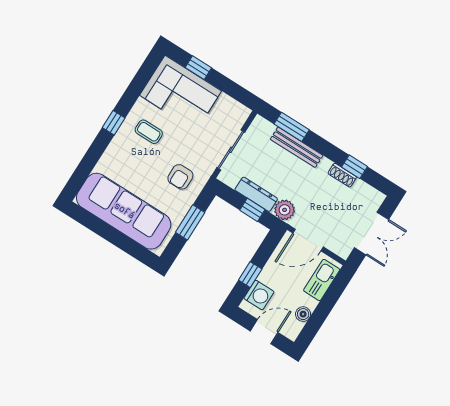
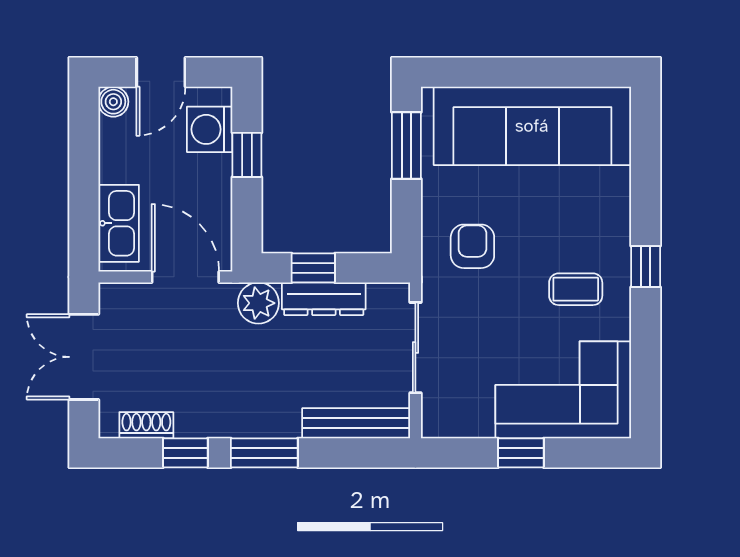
window: (198, 68) -> (521, 453), moved
window: (292, 127) -> (264, 453), moved
bench: (297, 147) -> (356, 423), moved
shoe rack: (342, 175) -> (146, 425), moved
window: (190, 222) -> (406, 146), moved
door: (308, 240) -> (185, 277), hinge flipped
boiler: (303, 314) -> (113, 102), moved

